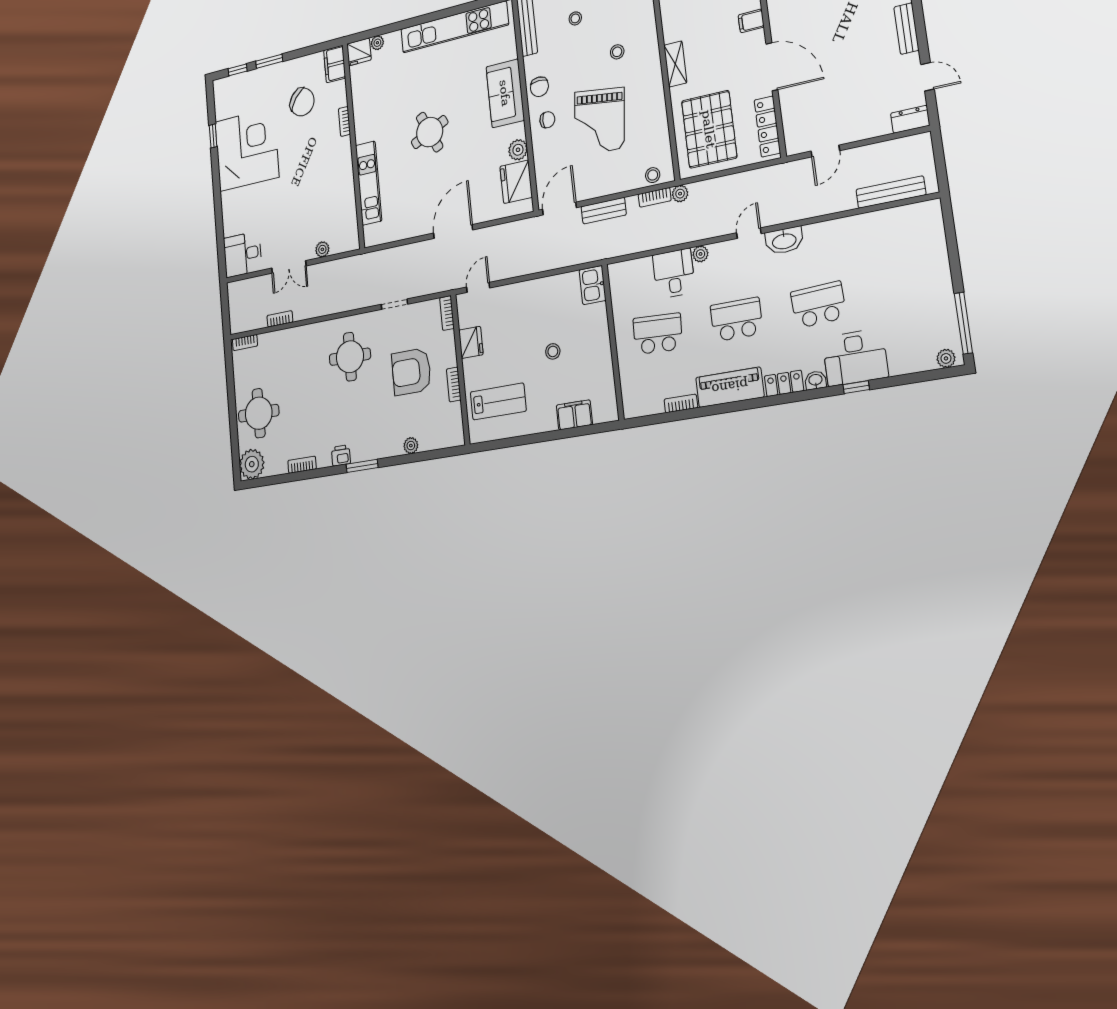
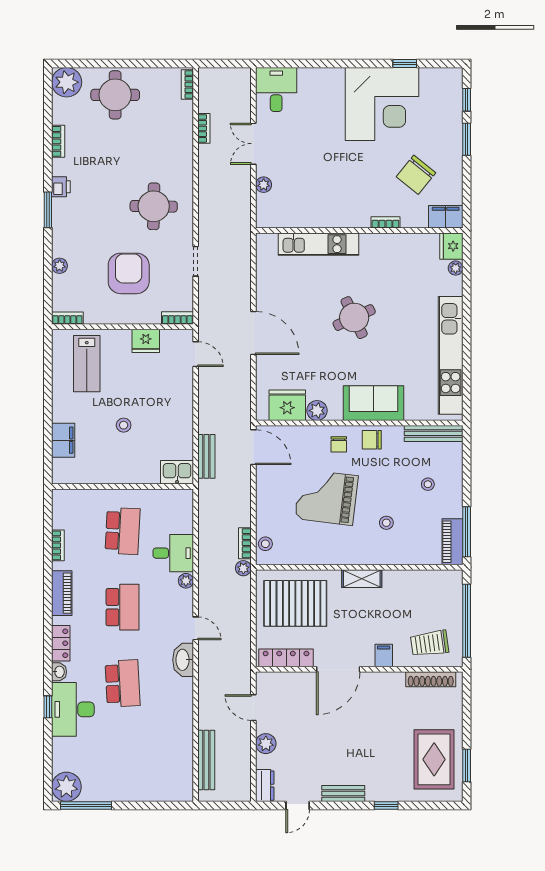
plant: (863, 128) -> (266, 744), added
bench: (604, 211) -> (206, 456), moved
plant: (946, 358) -> (66, 787), width x1.88, depth x1.88
bookcase: (454, 385) -> (67, 318), moved
piano: (730, 387) -> (62, 593), width x0.73, depth x0.75

